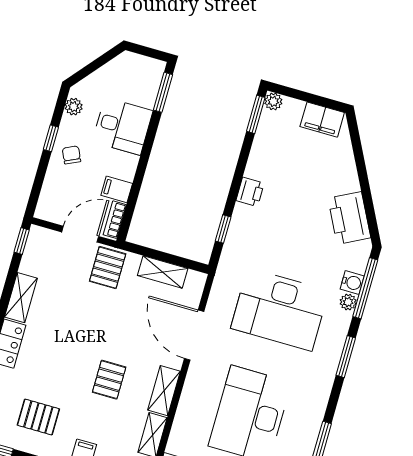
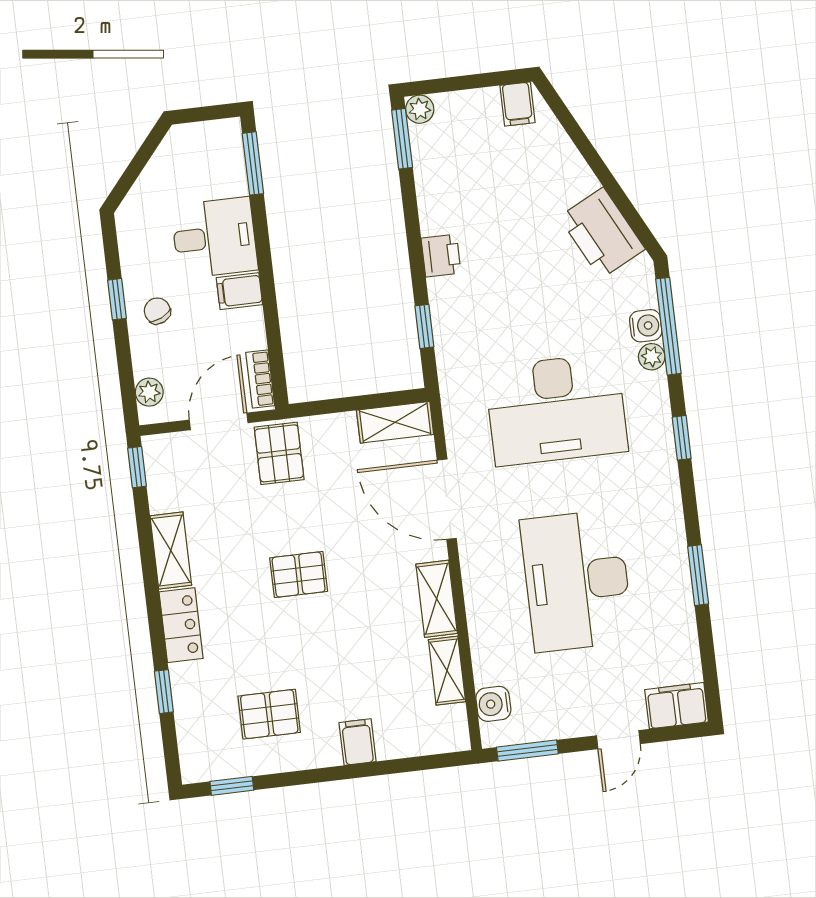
plant: (74, 107) -> (149, 392), moved
filing cabinet: (322, 120) -> (517, 104), width x0.50
filing cabinet: (117, 189) -> (239, 291), moved
shelving: (163, 272) -> (395, 422), moved
window: (346, 357) -> (682, 438), width x0.67
pallet: (109, 380) -> (299, 575), moved, turned 90

